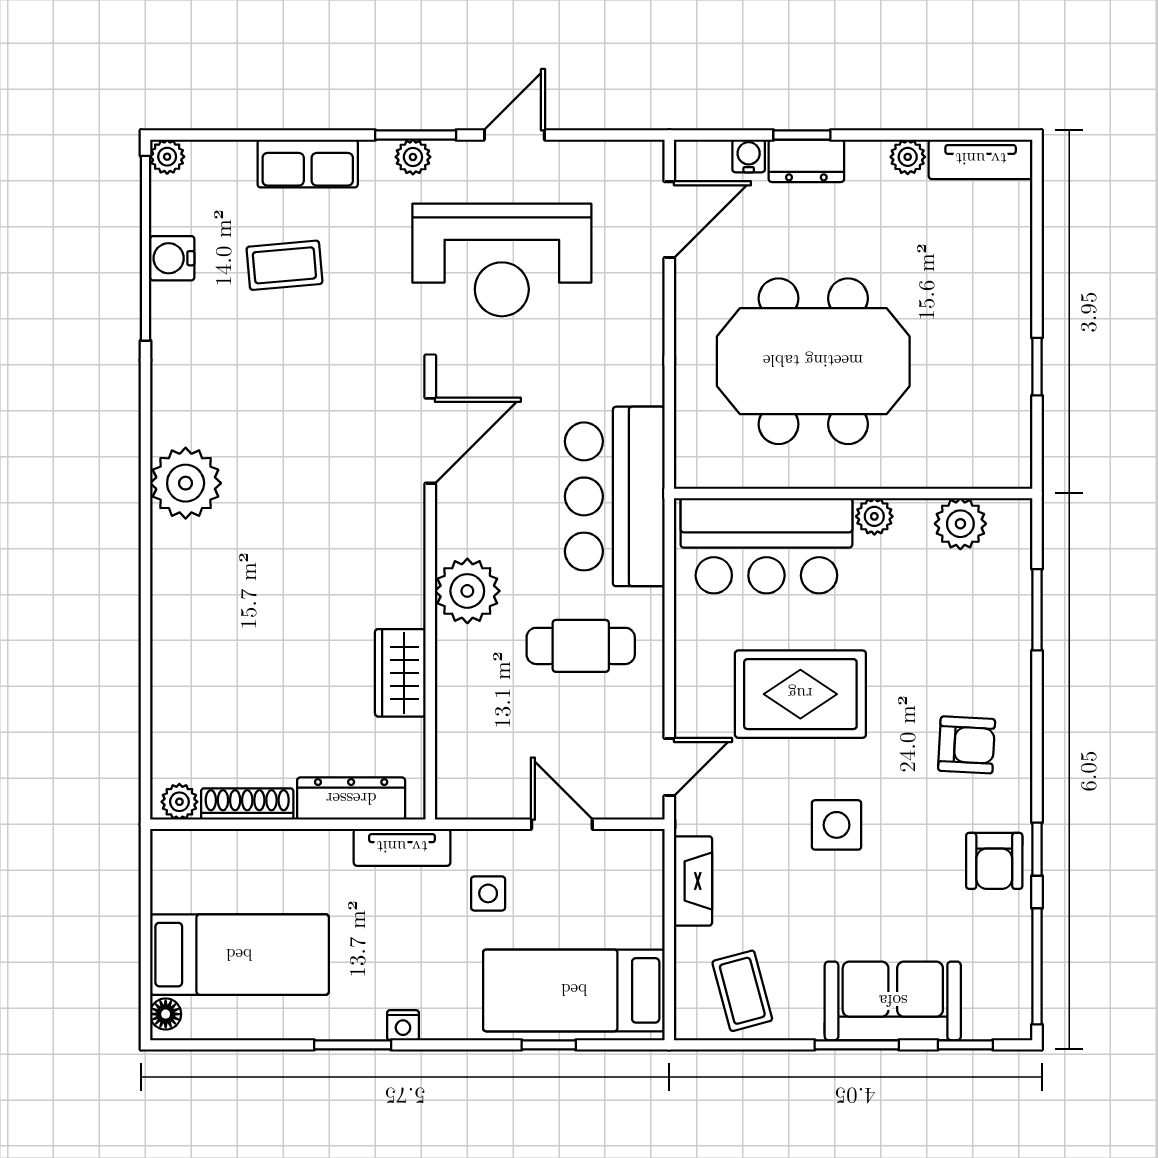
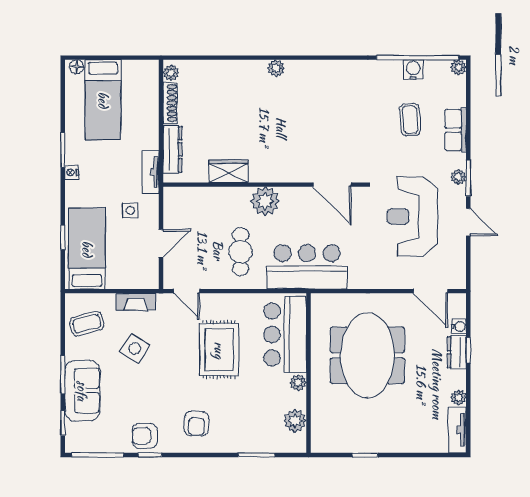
plant: (186, 483) -> (276, 68), moved, width x0.53, depth x0.53
side table: (837, 825) -> (135, 349), moved, turned 32

